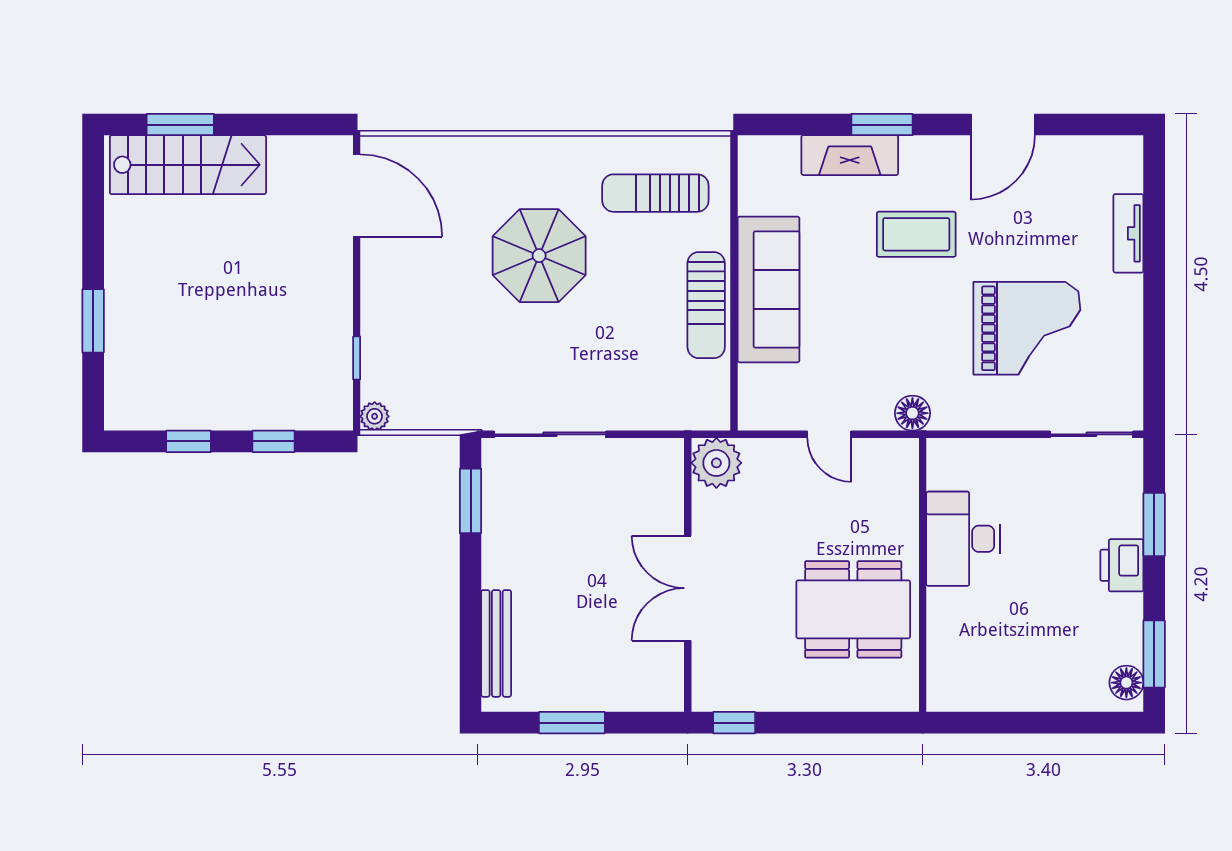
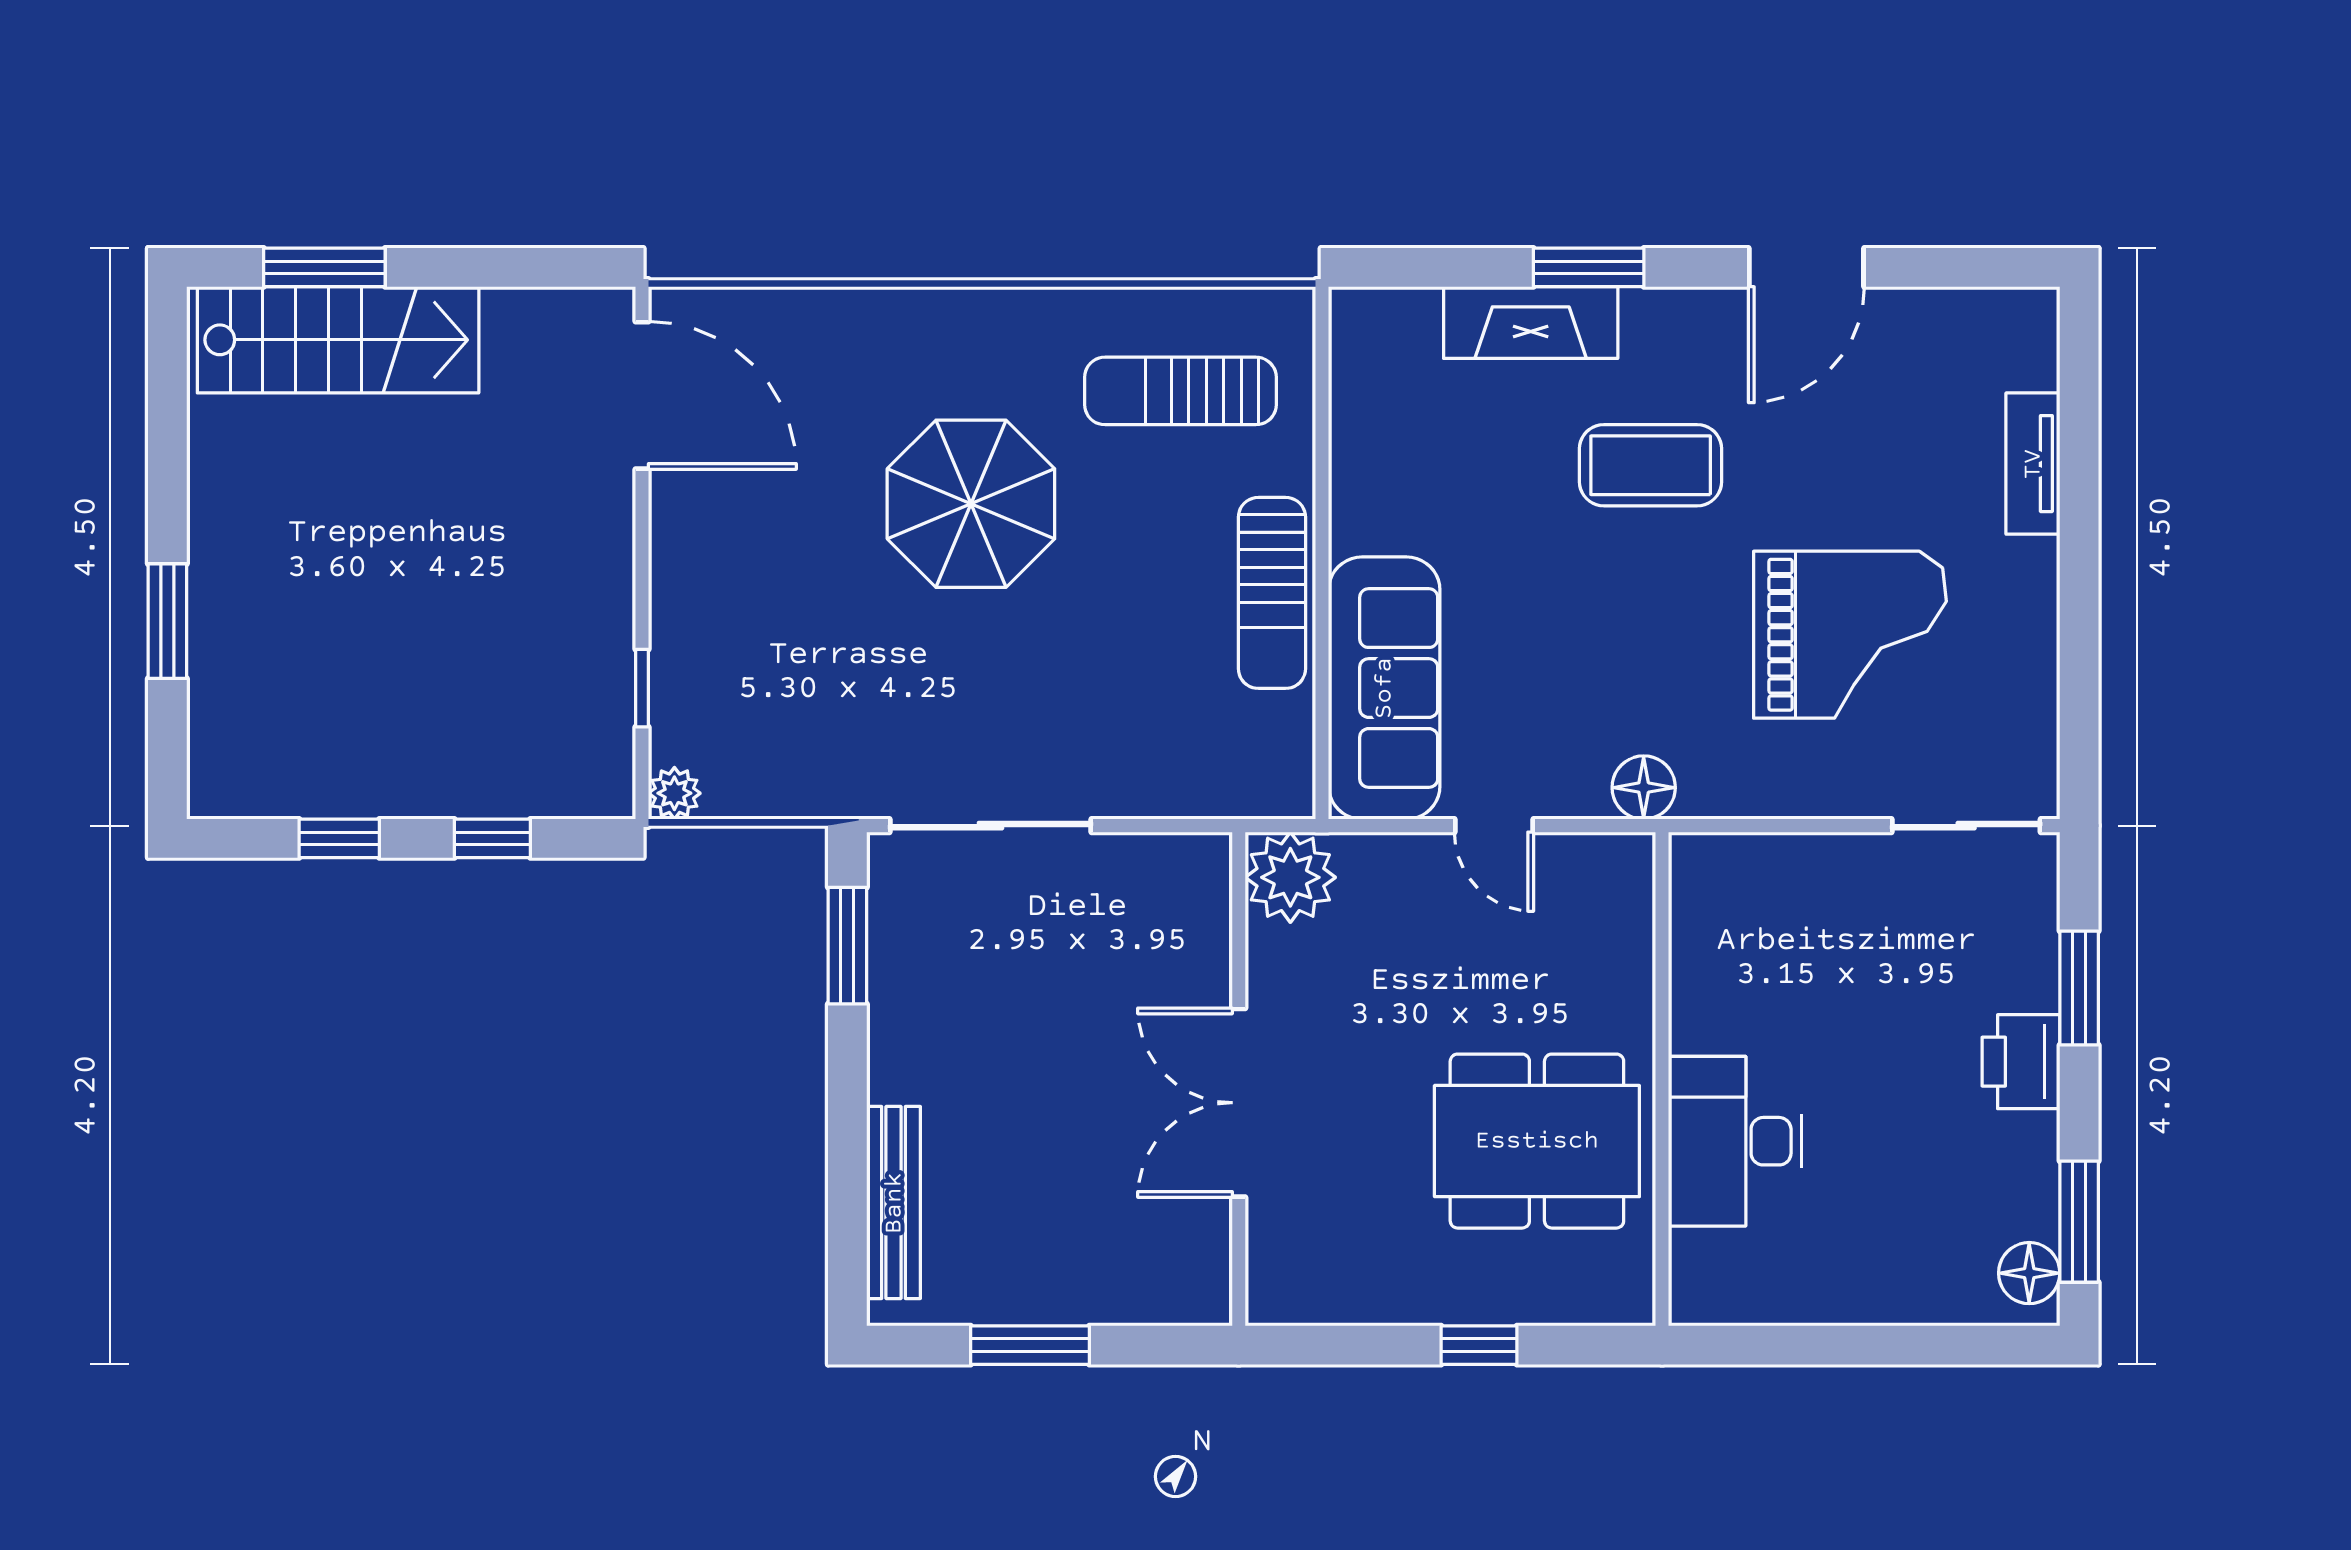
sofa: (768, 289) -> (1384, 688), moved
desk: (963, 539) -> (1735, 1141), moved
window: (734, 723) -> (1479, 1345), moved

